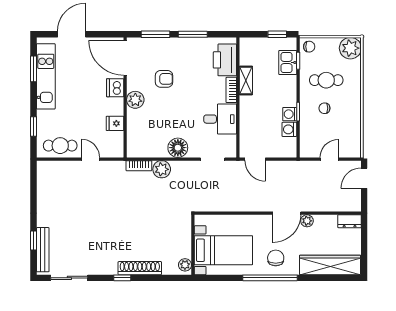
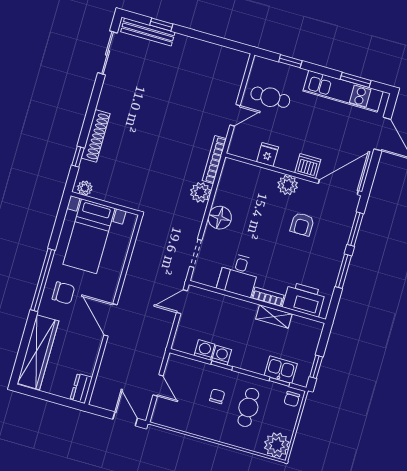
cafe table: (60, 146) -> (270, 97), moved, turned 90
bookcase: (139, 166) -> (214, 160), width x1.56
plant: (307, 221) -> (95, 340), removed
window: (122, 278) -> (78, 157), moved

